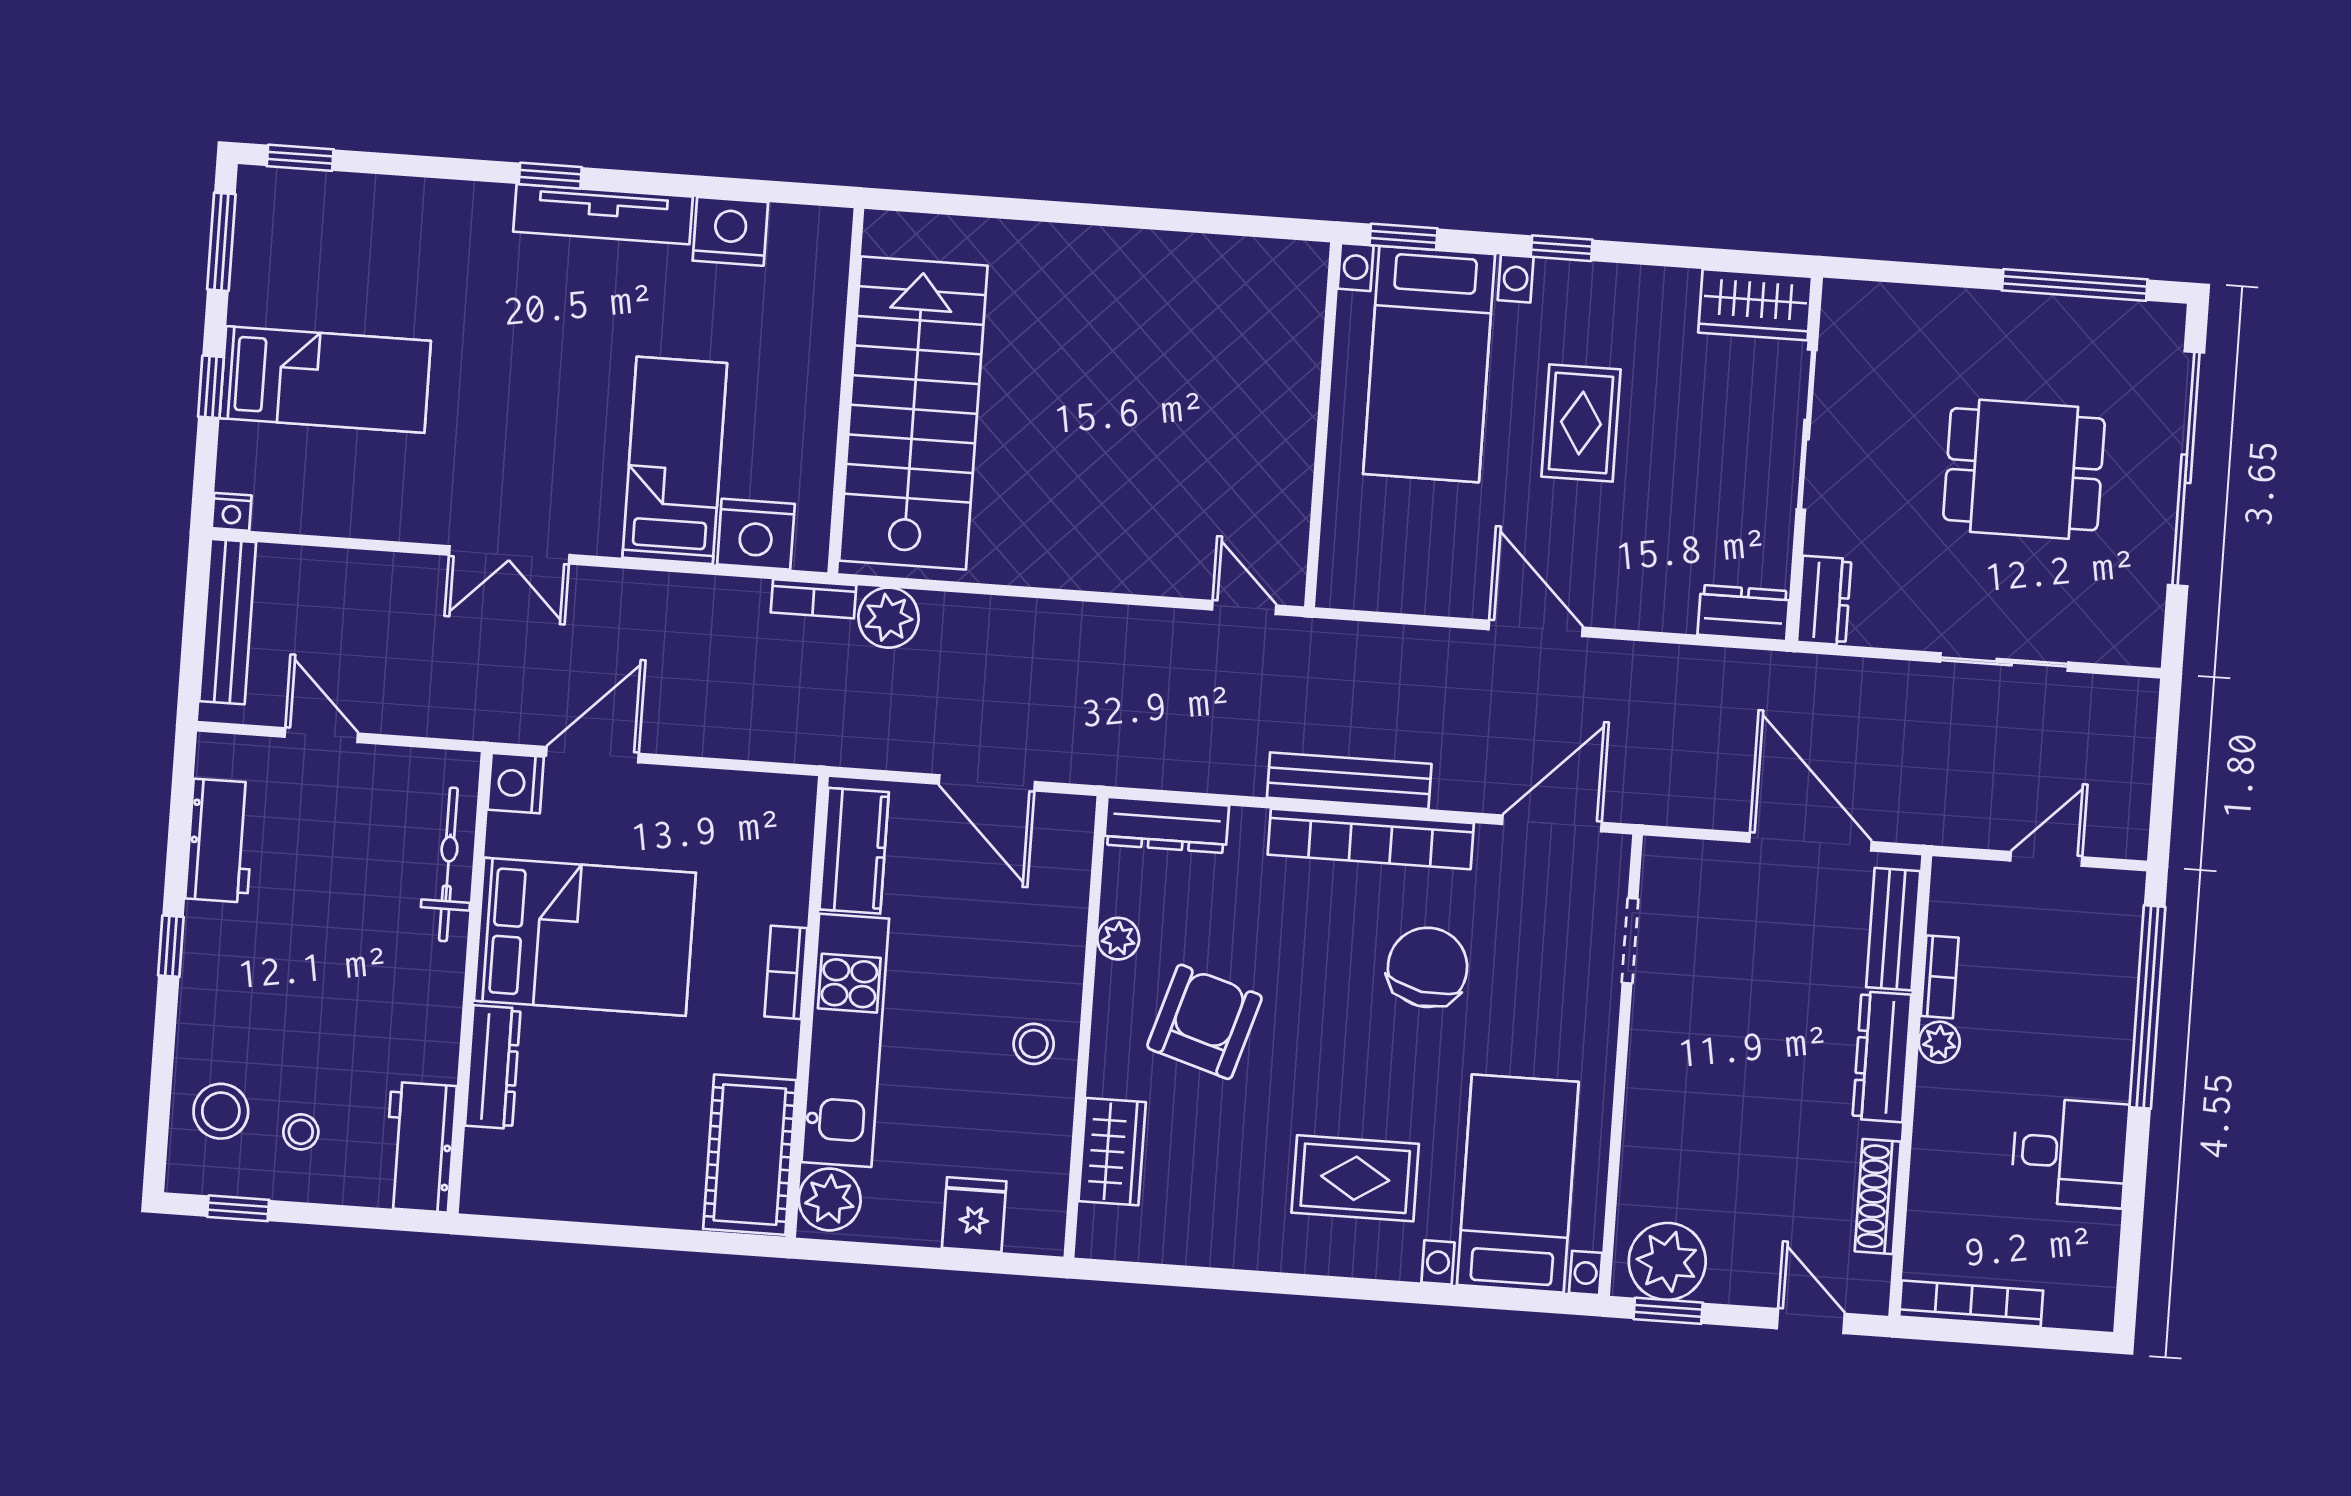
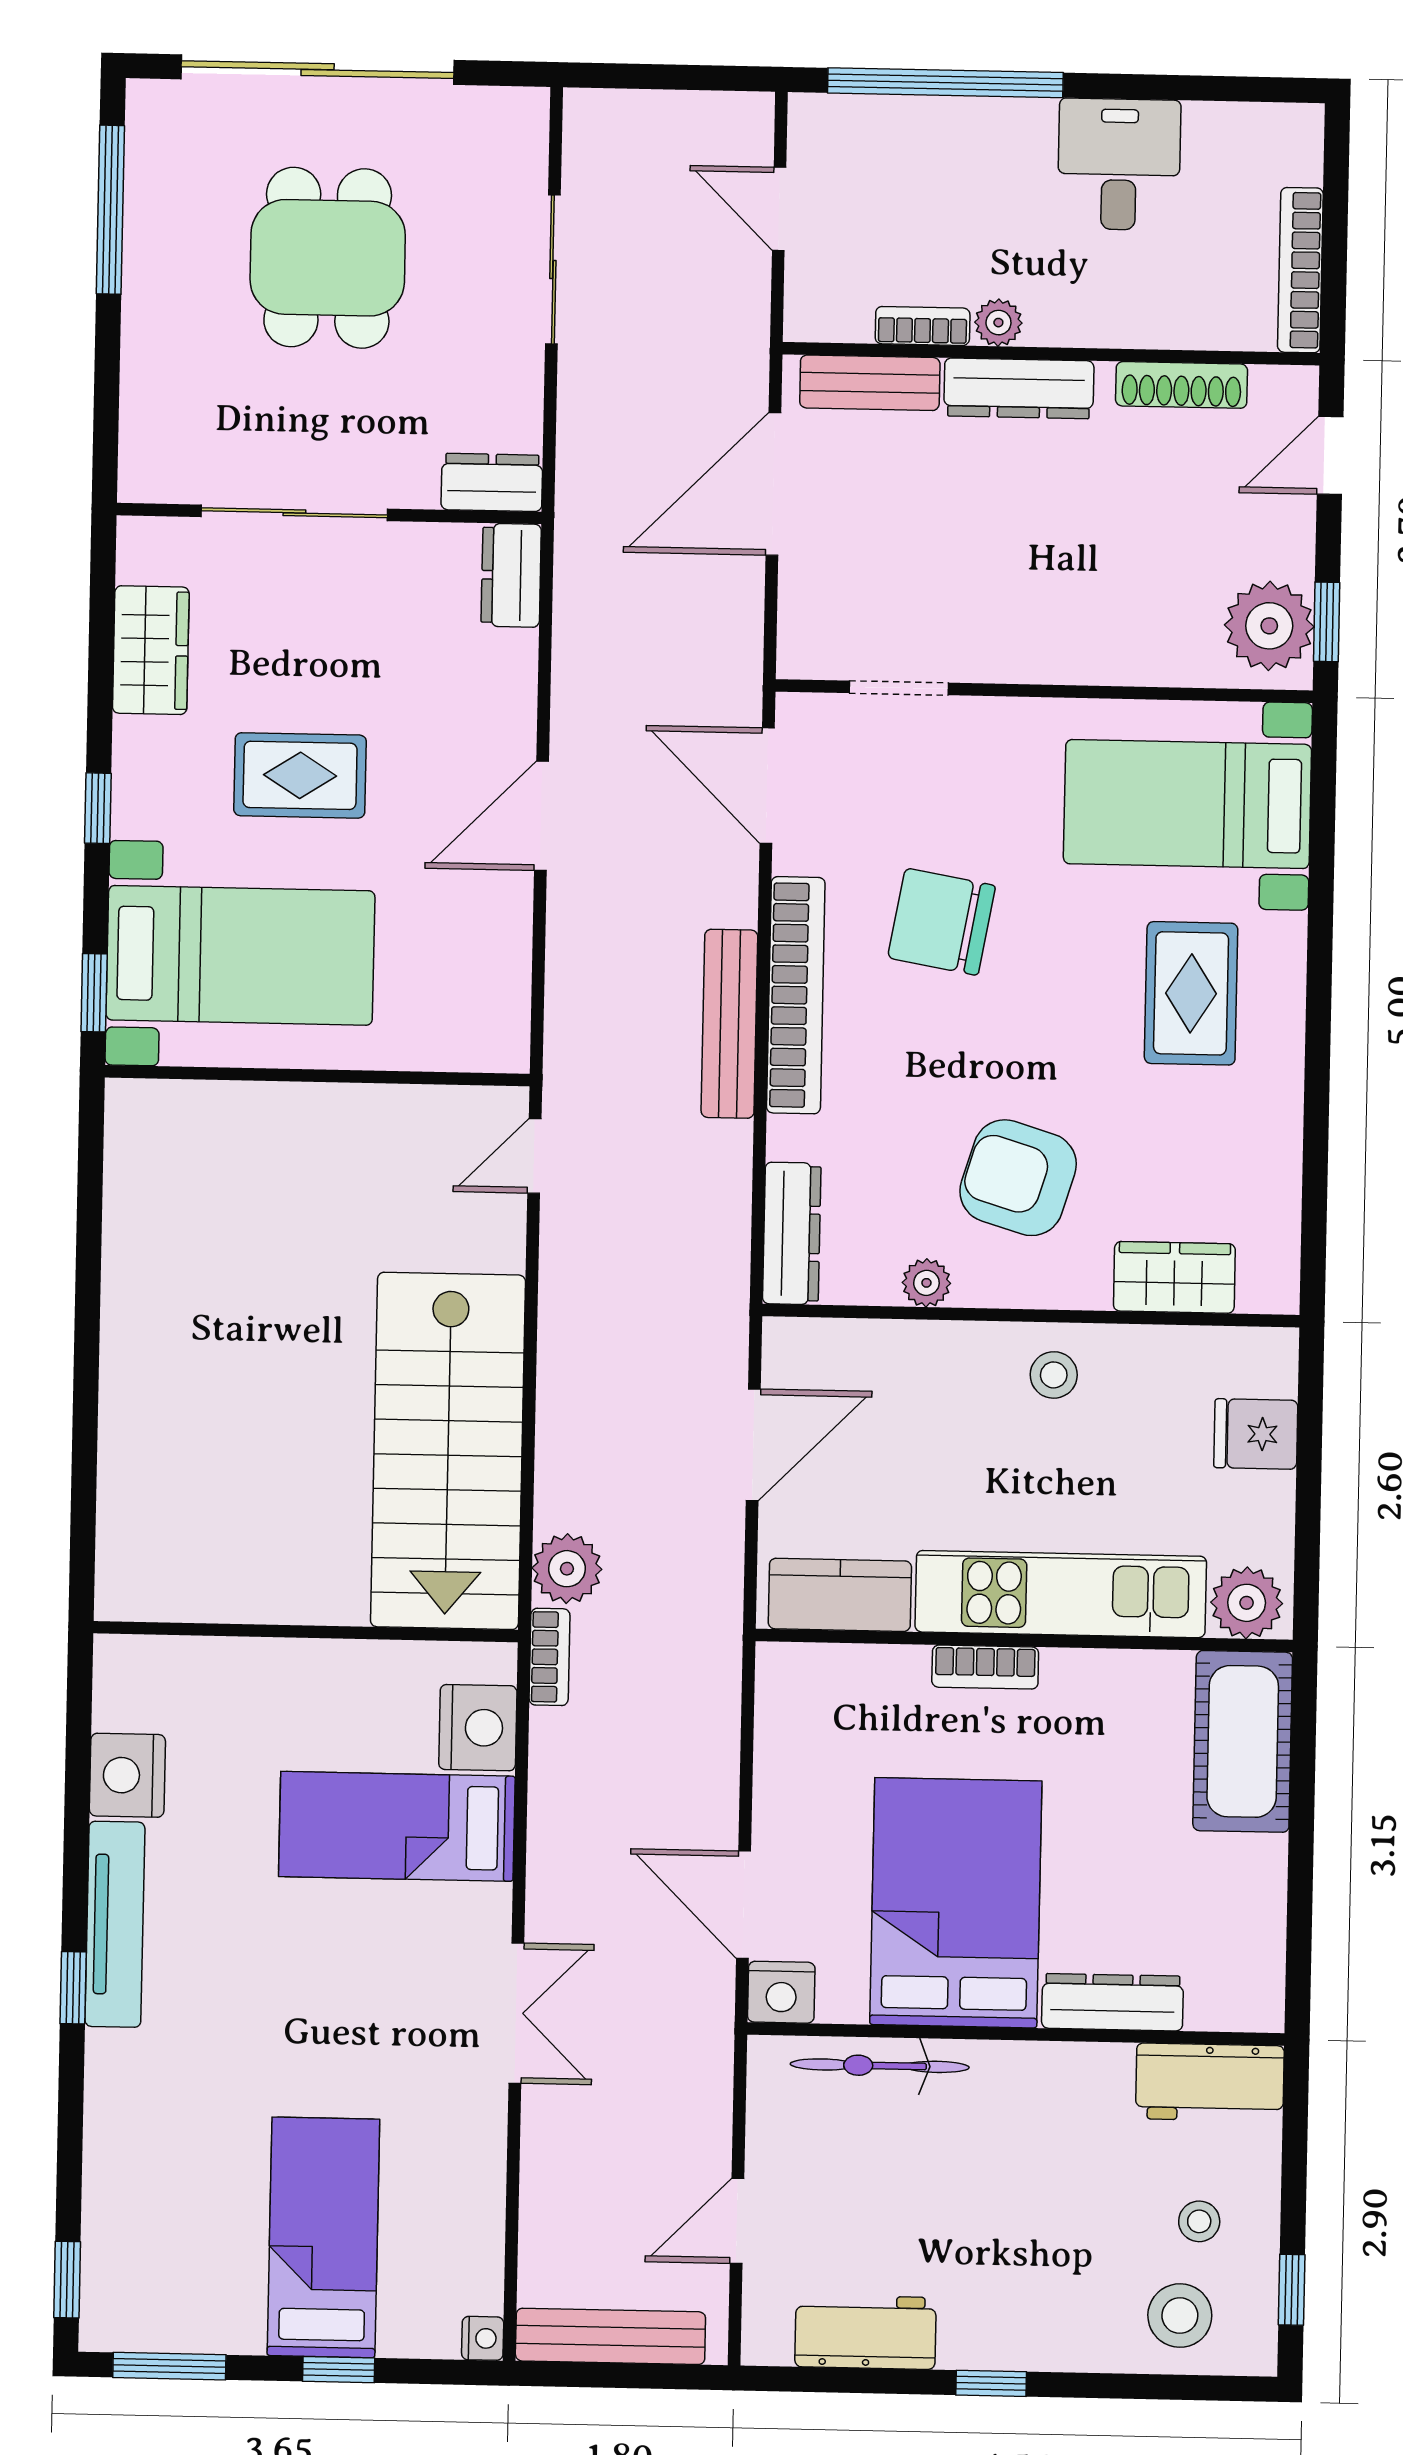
wardrobe: (1755, 305) -> (151, 650), moved
stairs: (913, 413) -> (448, 1451), moved, turned -90
cot: (750, 1155) -> (1243, 1741), moved, turned 90

